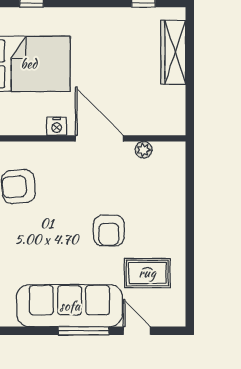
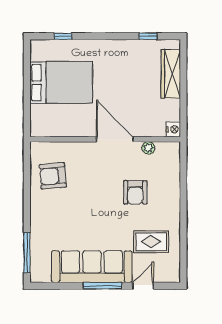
nightstand: (57, 126) -> (173, 129), moved, turned -90
armchair: (109, 231) -> (135, 192), moved
door: (137, 331) -> (143, 286), hinge flipped

